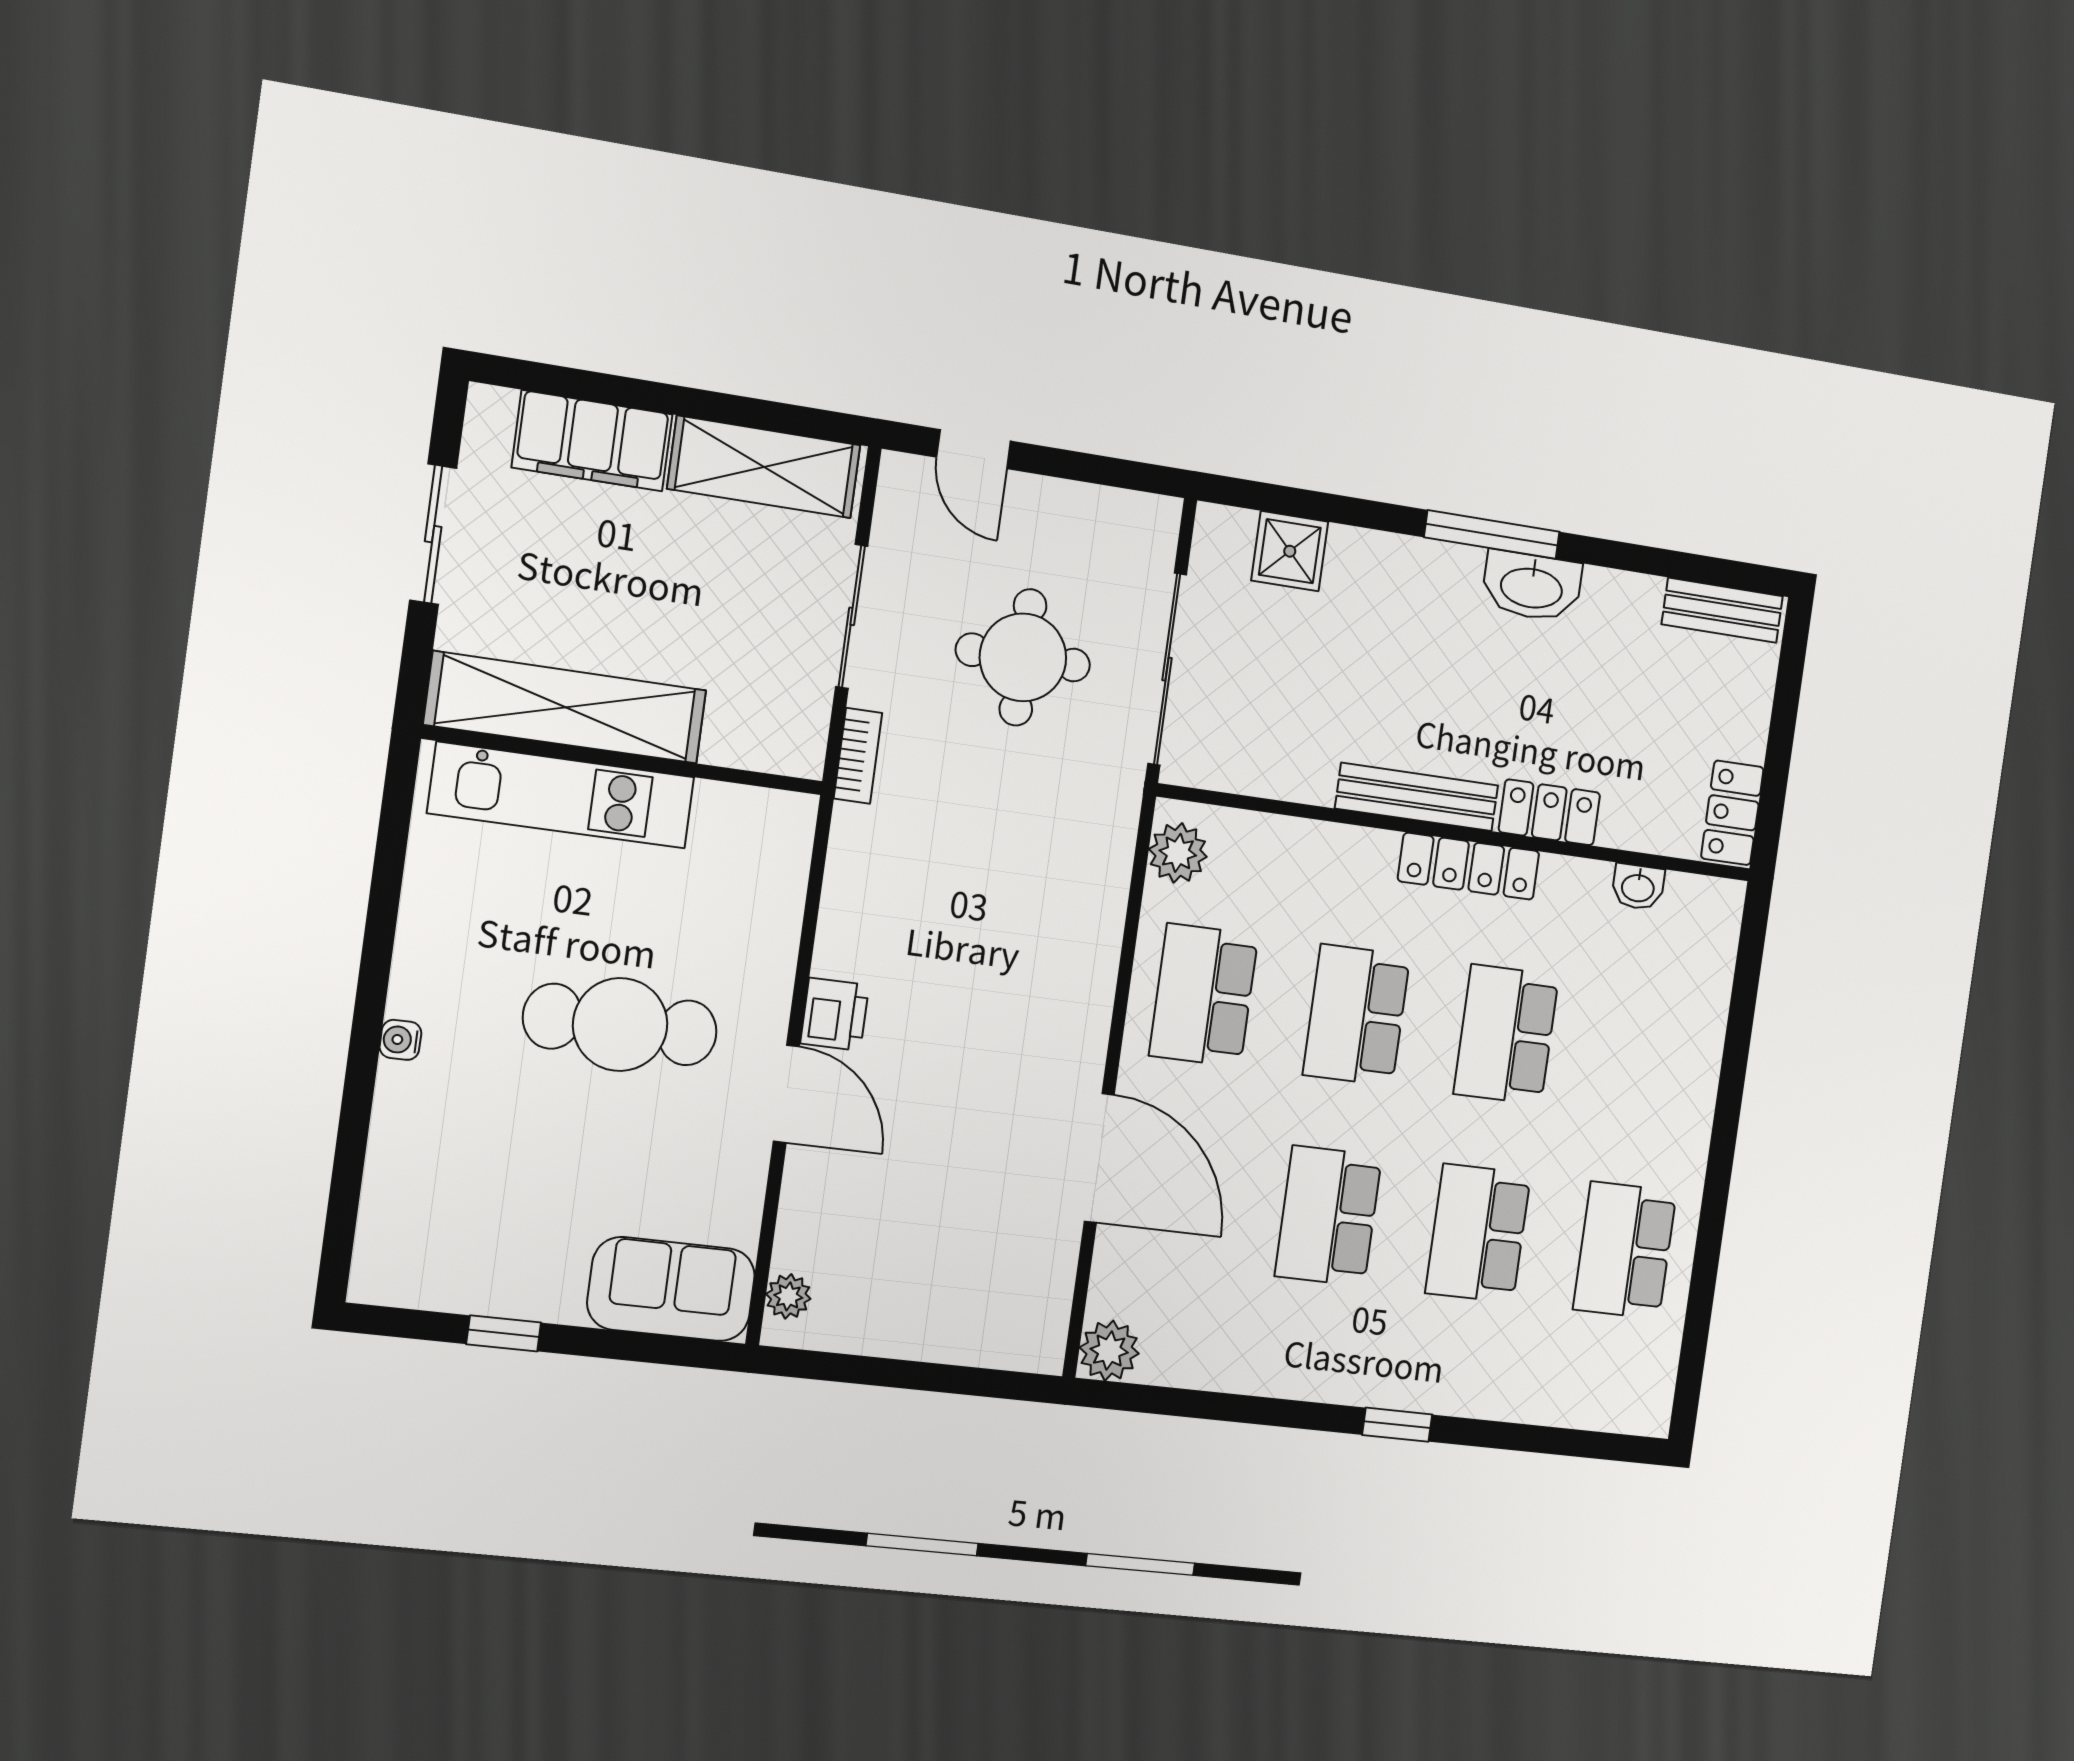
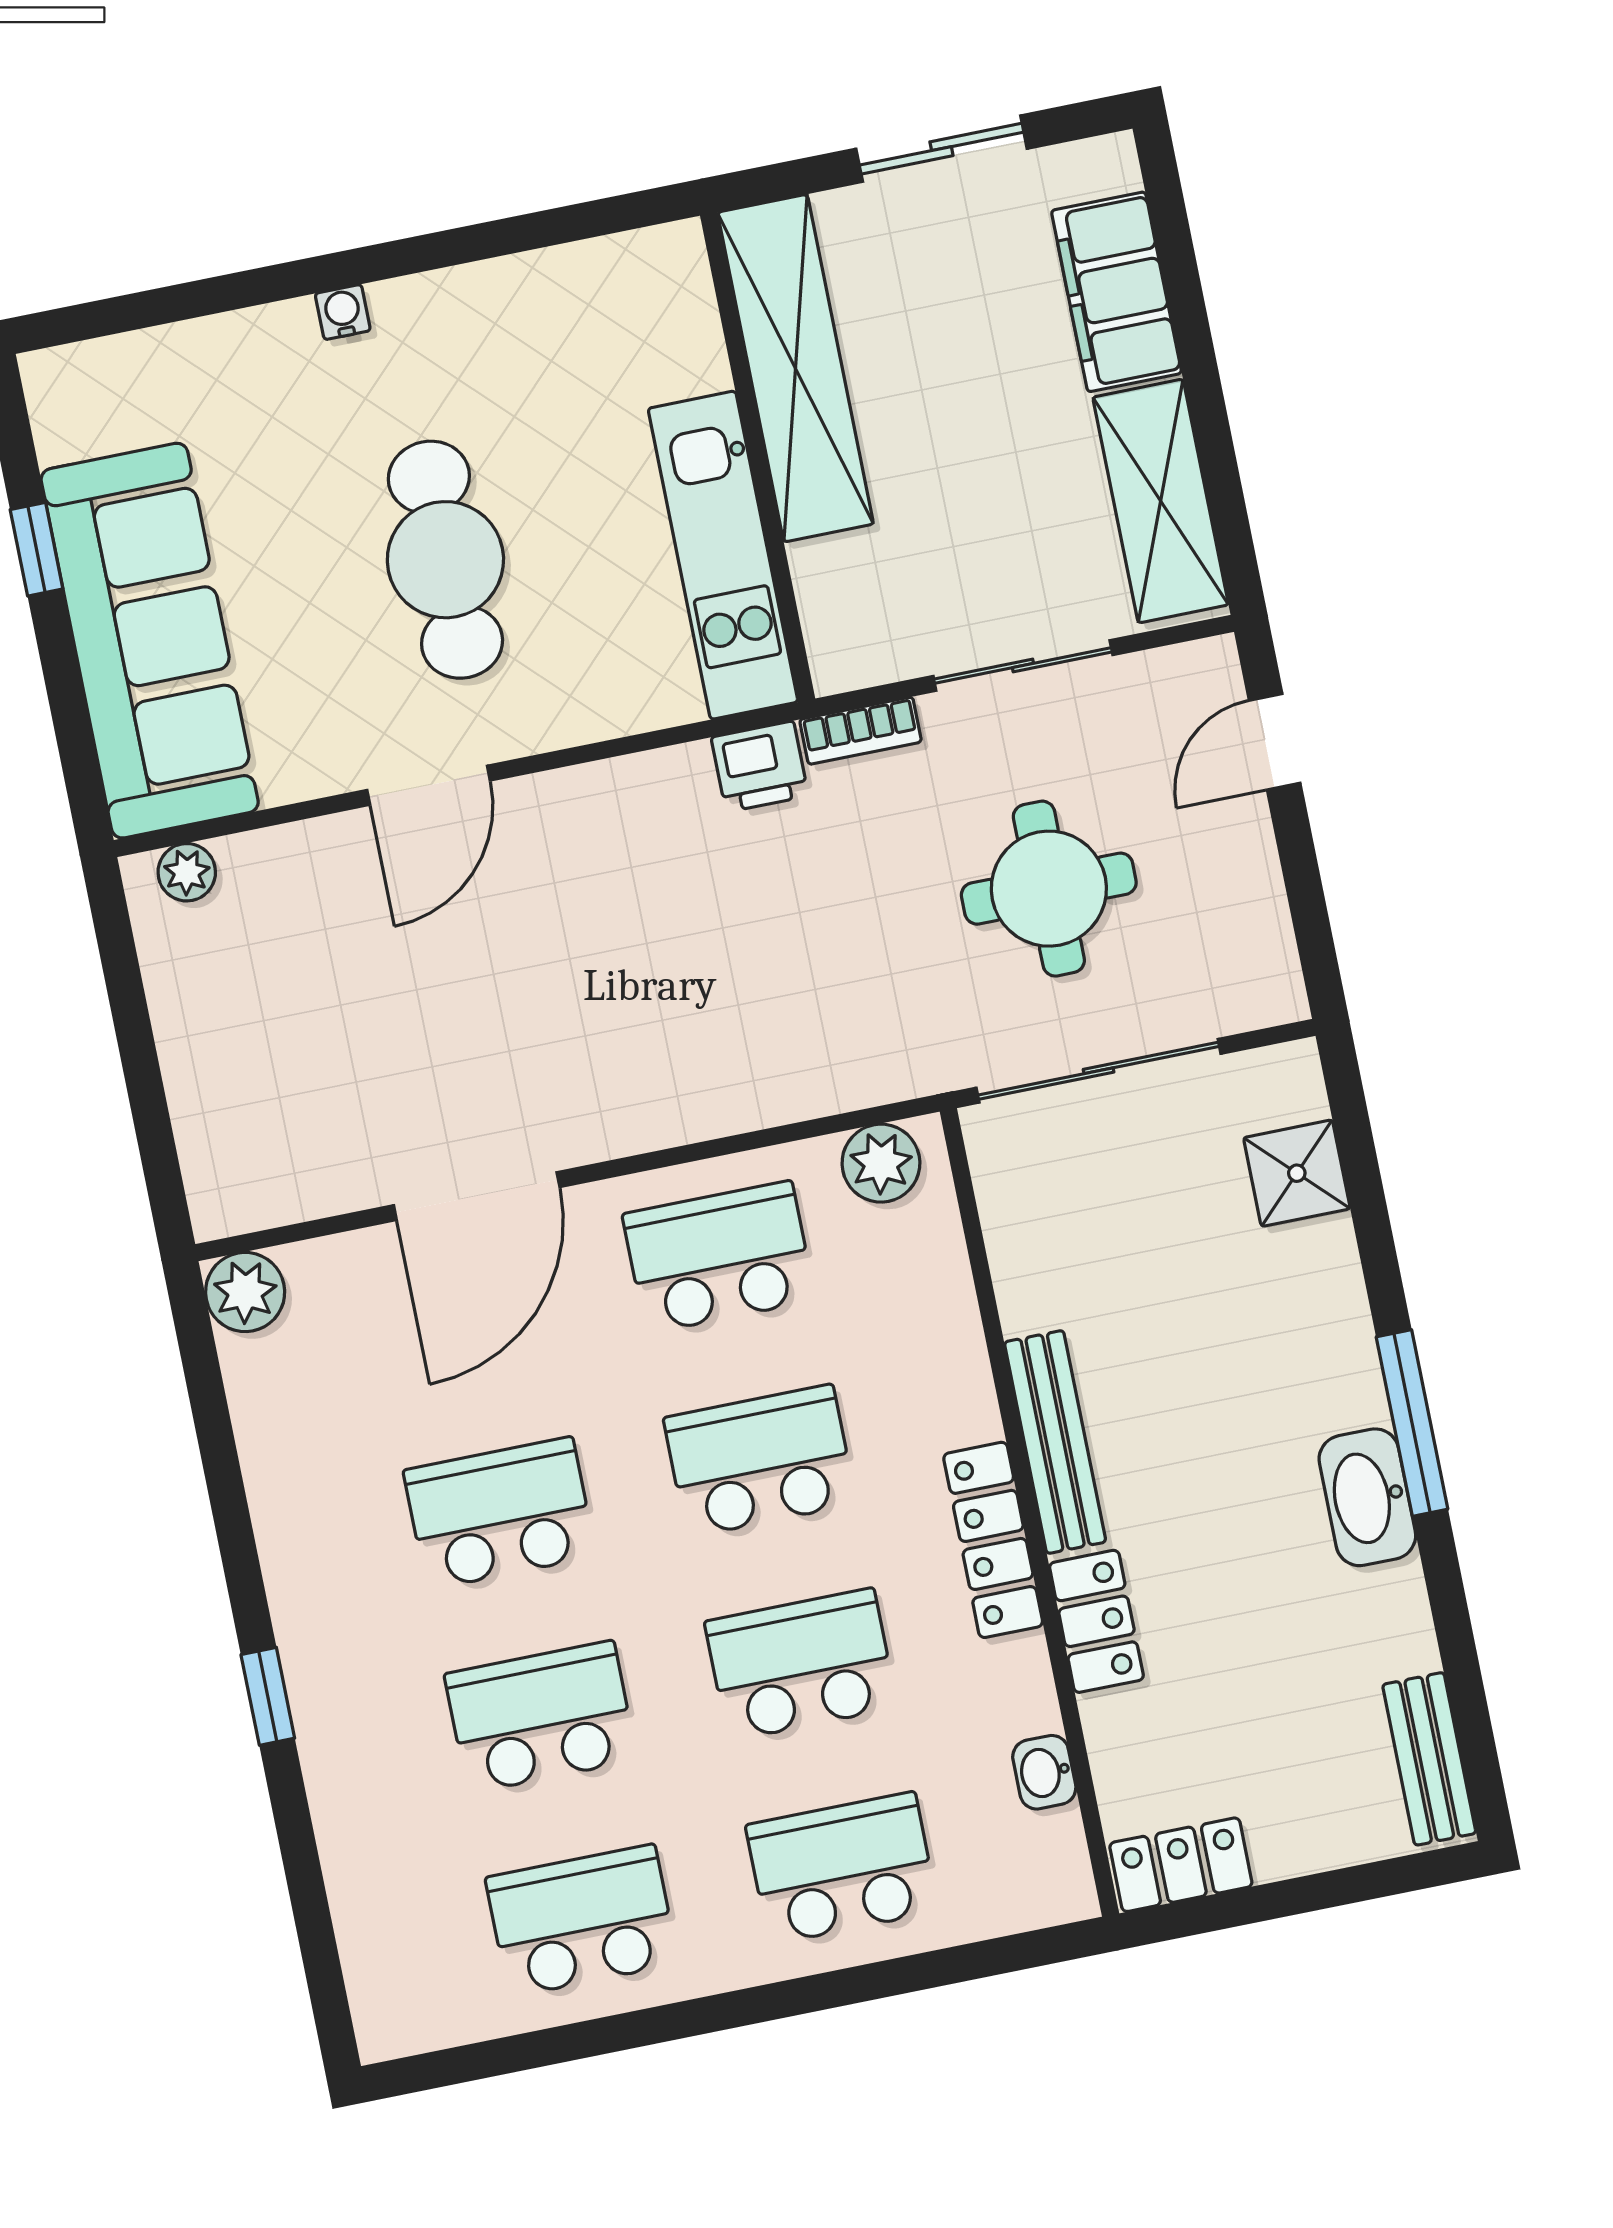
kitchen unit: (561, 795) -> (723, 555), moved
printer: (835, 1014) -> (760, 767), moved
school desk: (1653, 1054) -> (842, 1868), added
sofa: (671, 1289) -> (150, 641), width x1.85, depth x1.27

